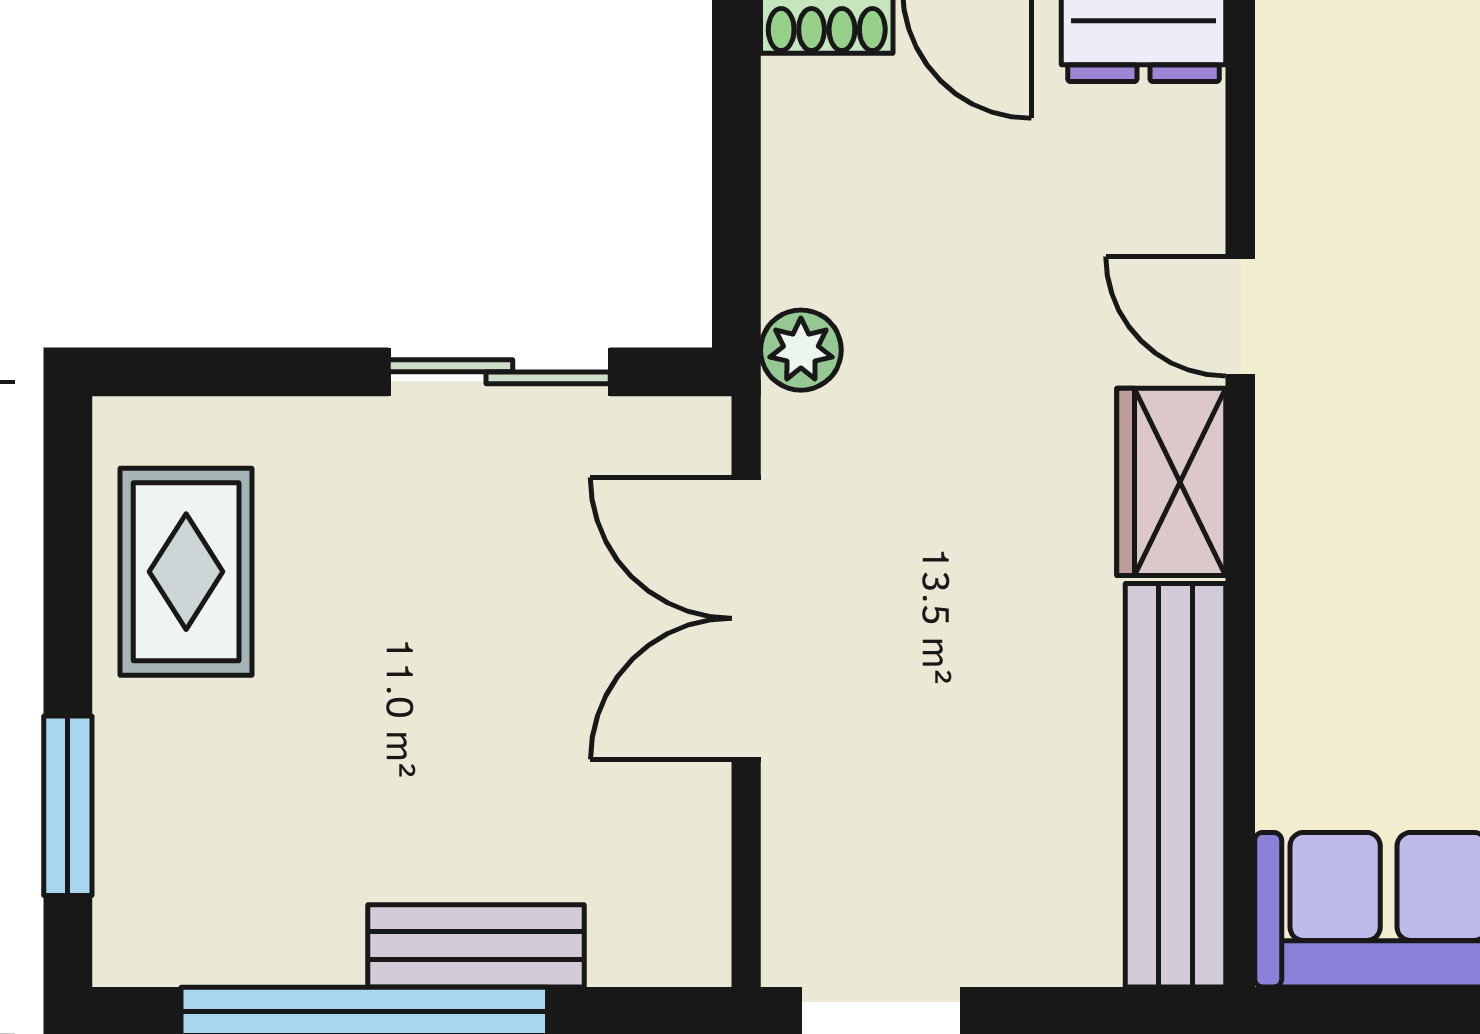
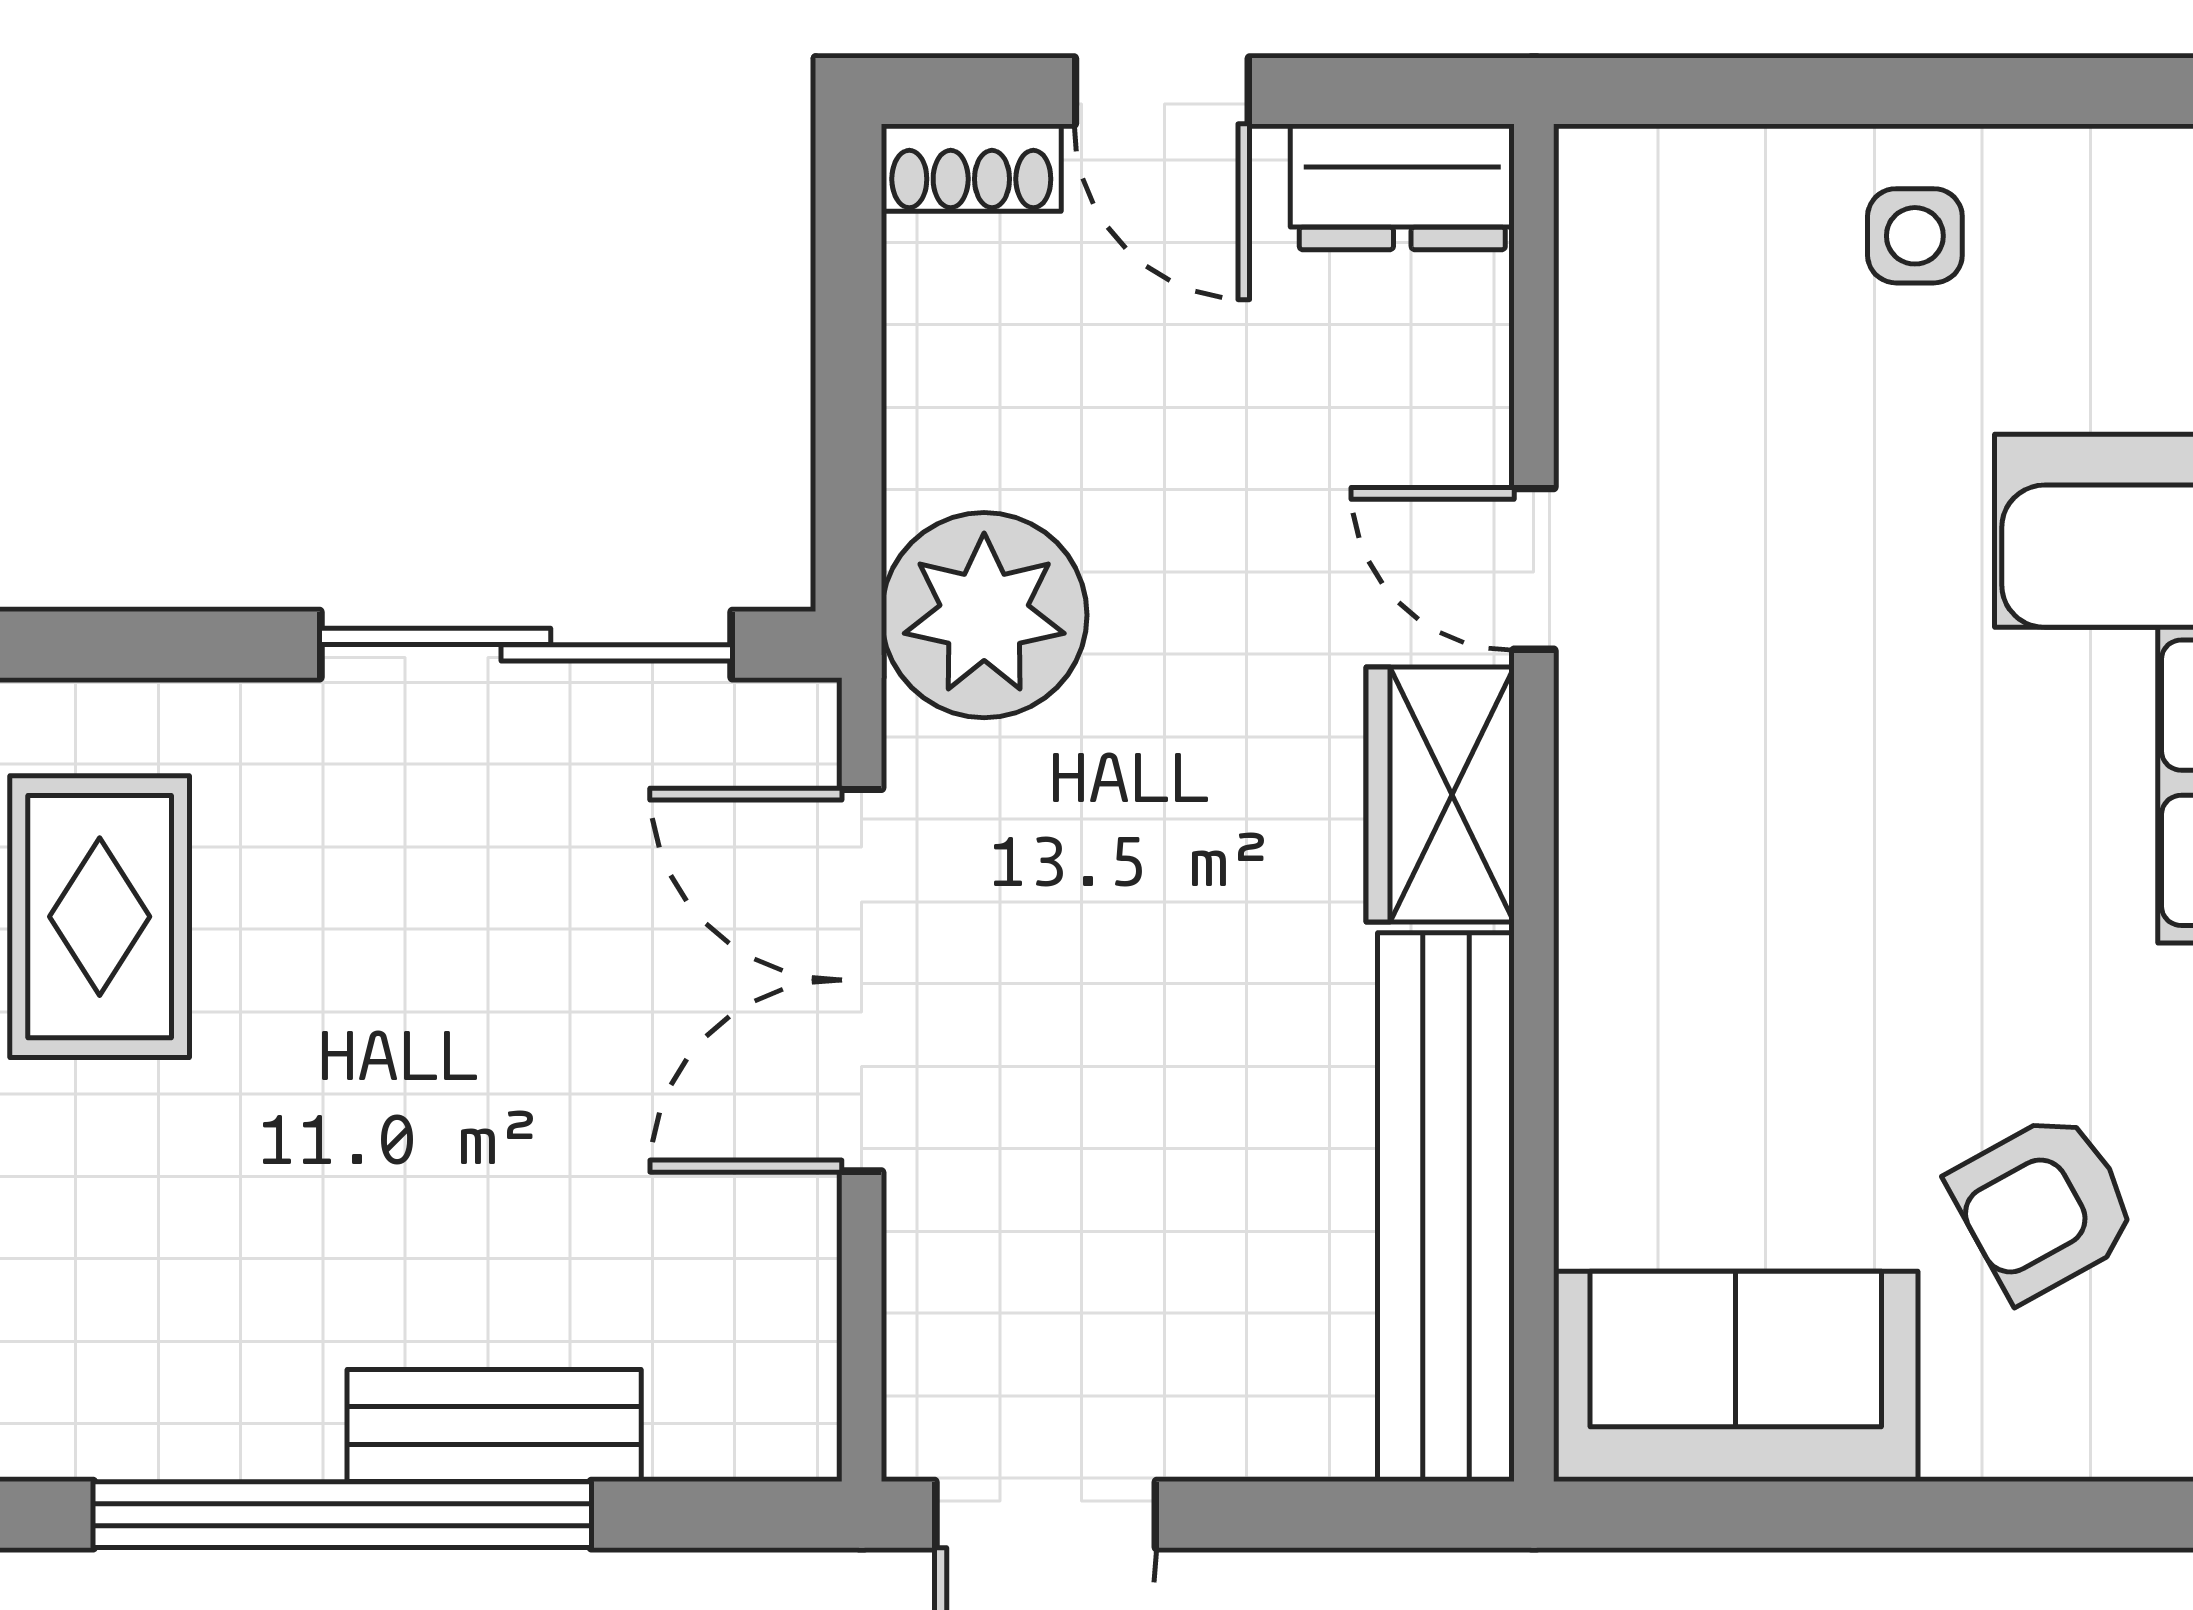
plant: (801, 350) -> (984, 615), width x1.87, depth x1.87
sliding door: (499, 372) -> (526, 645), width x1.37

